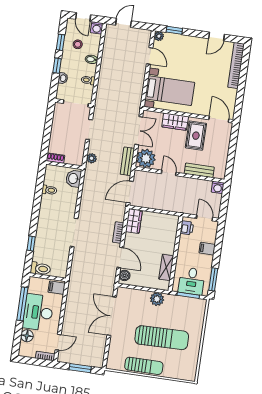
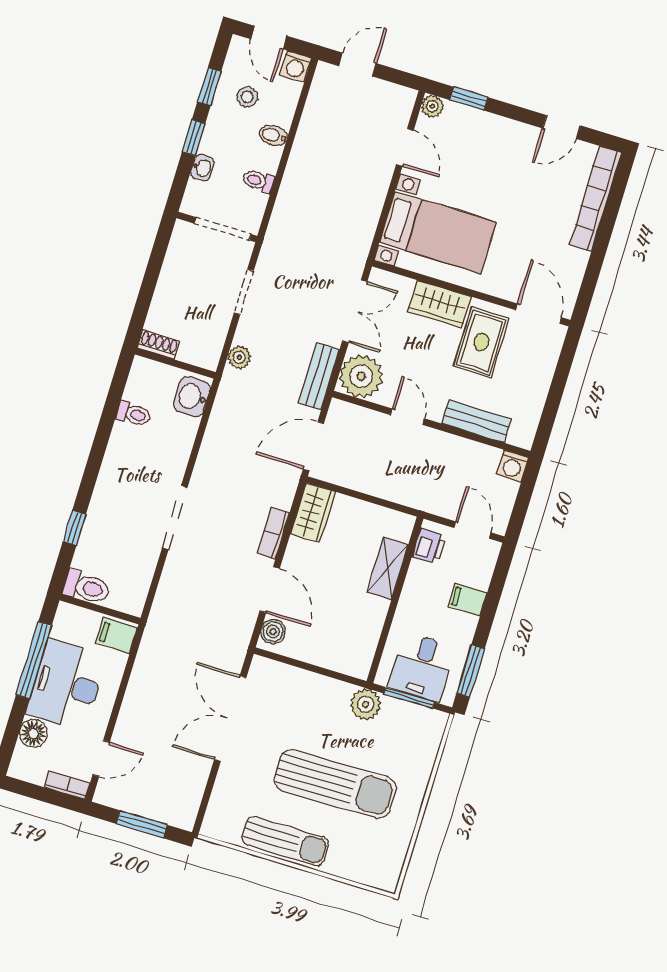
shelving: (166, 267) -> (388, 568), moved
plant: (157, 299) -> (366, 704), moved

